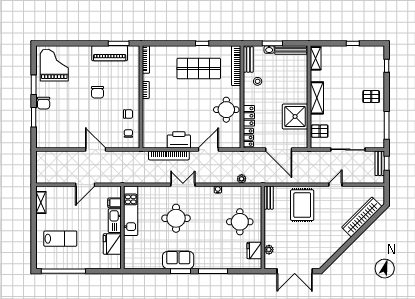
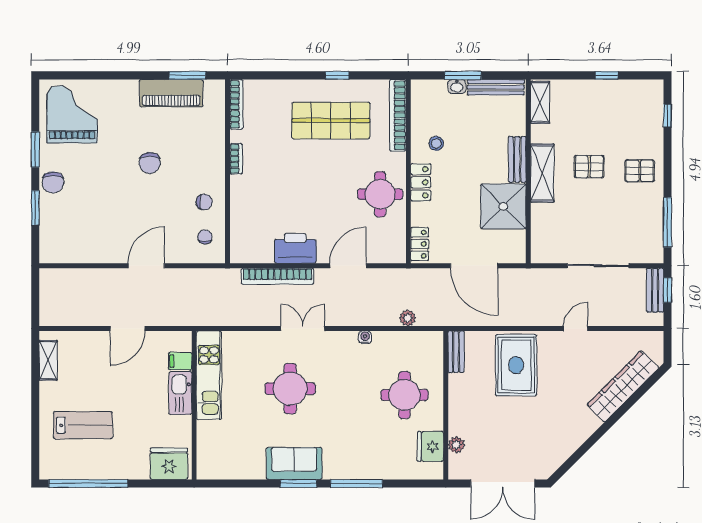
bench: (248, 59) -> (517, 159), moved
locker: (249, 116) -> (421, 182), moved
pallet: (320, 131) -> (589, 167), moved
door: (96, 150) -> (146, 266), hinge flipped
fridge: (112, 244) -> (169, 464), moved, turned 90

